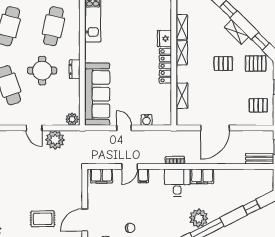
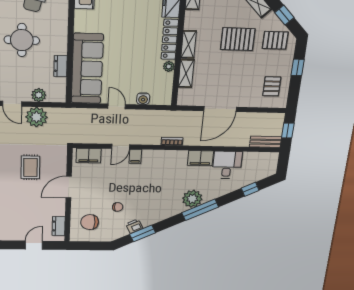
shelving: (182, 53) -> (189, 44), moved
pallet: (223, 64) -> (238, 39), width x1.50, depth x1.42
dresser: (75, 69) -> (61, 66), moved
plant: (167, 90) -> (169, 66), added
pallet: (258, 105) -> (272, 86), turned 90
plant: (72, 119) -> (39, 95), moved
desk: (177, 183) -> (227, 165), moved
rug: (43, 219) -> (30, 167), moved, turned 90
door: (85, 220) -> (69, 187), moved

